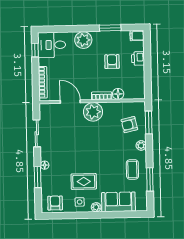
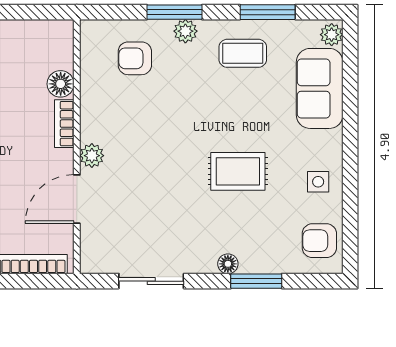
plant: (93, 112) -> (92, 156), width x0.53, depth x0.53
window: (149, 123) -> (174, 12), moved
armchair: (129, 125) -> (135, 58), turned 103
rug: (84, 181) -> (238, 171), moved, turned 90
plant: (96, 207) -> (332, 35), moved

